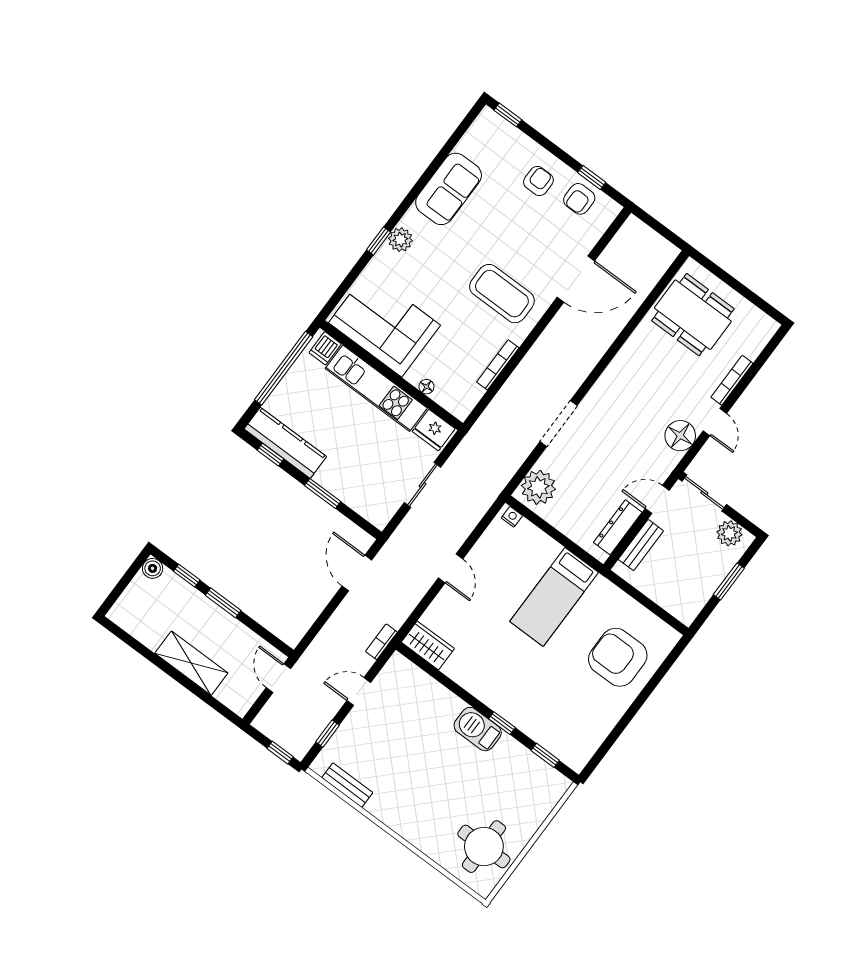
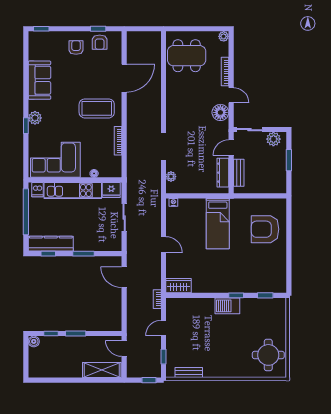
plant: (769, 327) -> (224, 36), added
plant: (538, 487) -> (171, 177), width x0.53, depth x0.53
shelving: (191, 663) -> (102, 370), moved

